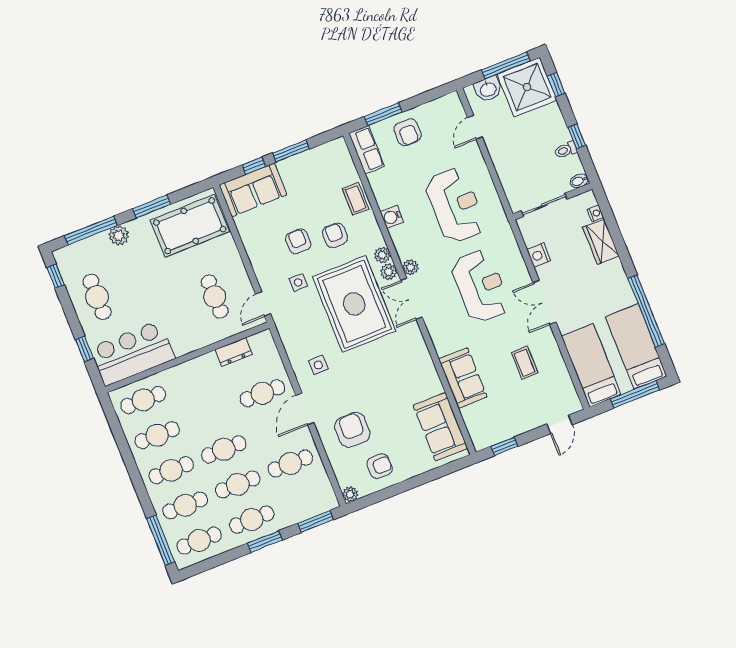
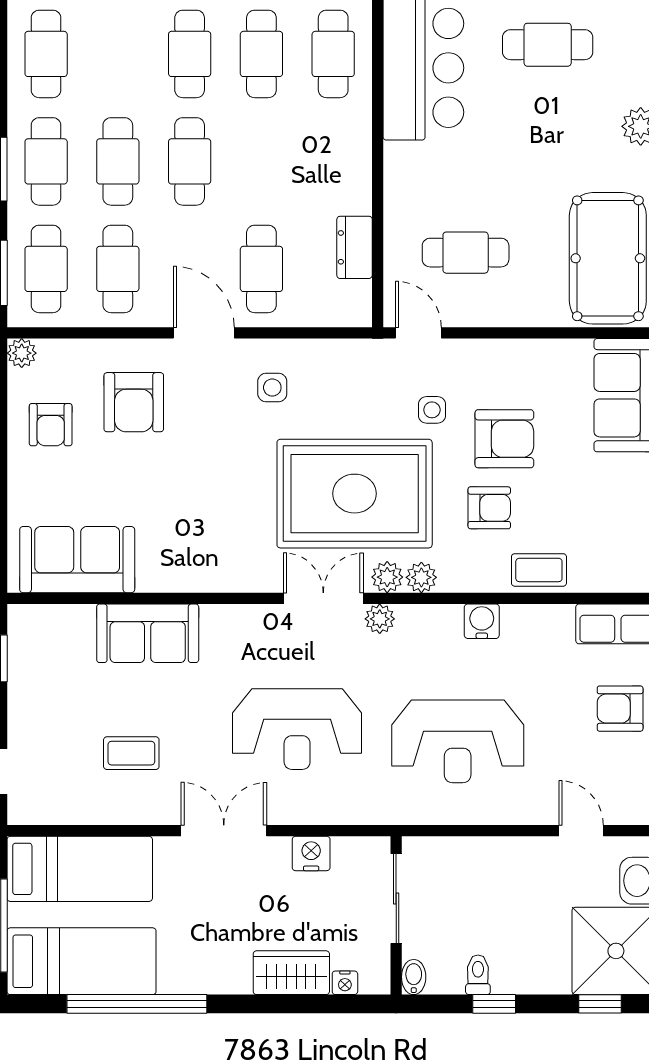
armchair: (298, 241) -> (504, 439), width x1.38, depth x1.38
armchair: (352, 430) -> (134, 402), turned 90
cafe table: (185, 505) -> (46, 269), moved

